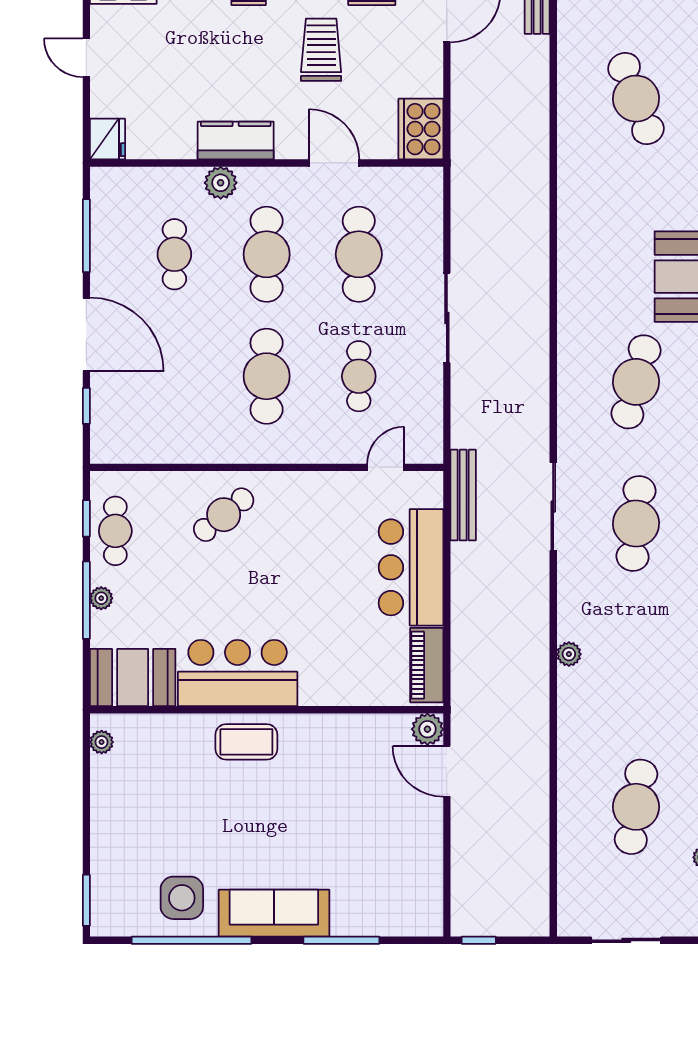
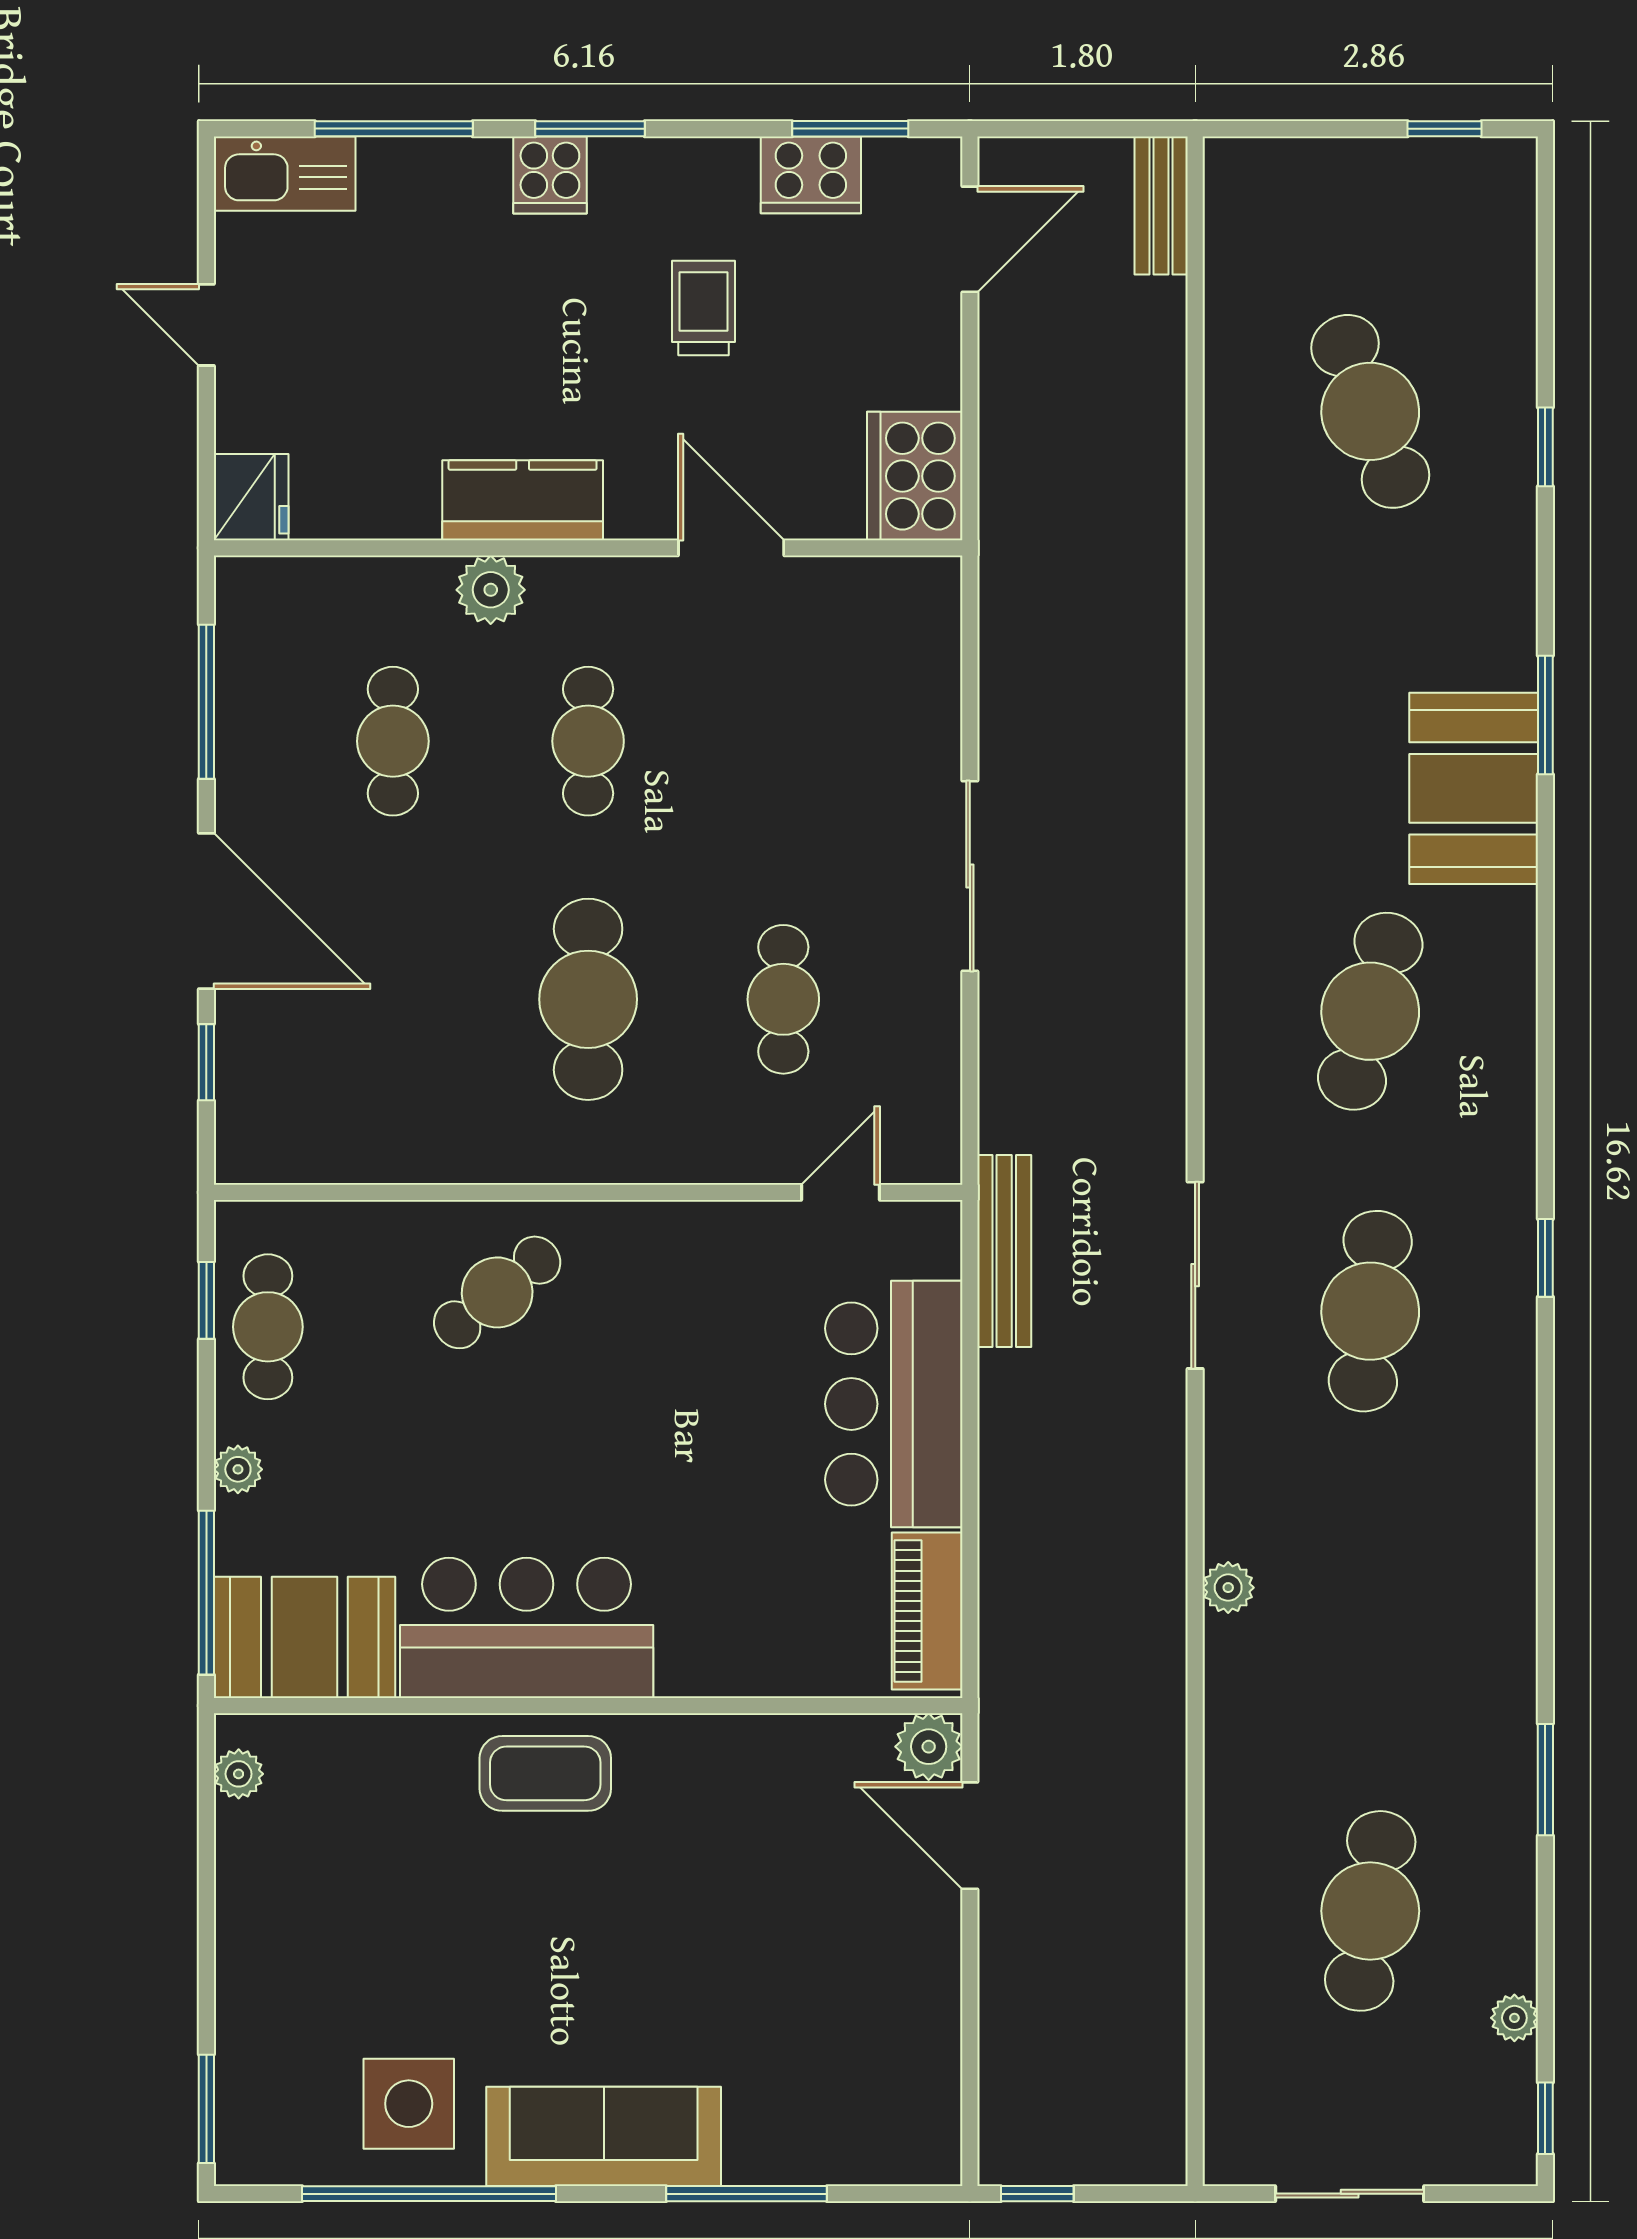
trolley: (321, 50) -> (704, 308), width x0.73, depth x0.72
cafe table: (267, 254) -> (588, 741), width x0.73, depth x0.74
cafe table: (359, 254) -> (783, 741), removed
window: (86, 600) -> (206, 1593), moved

